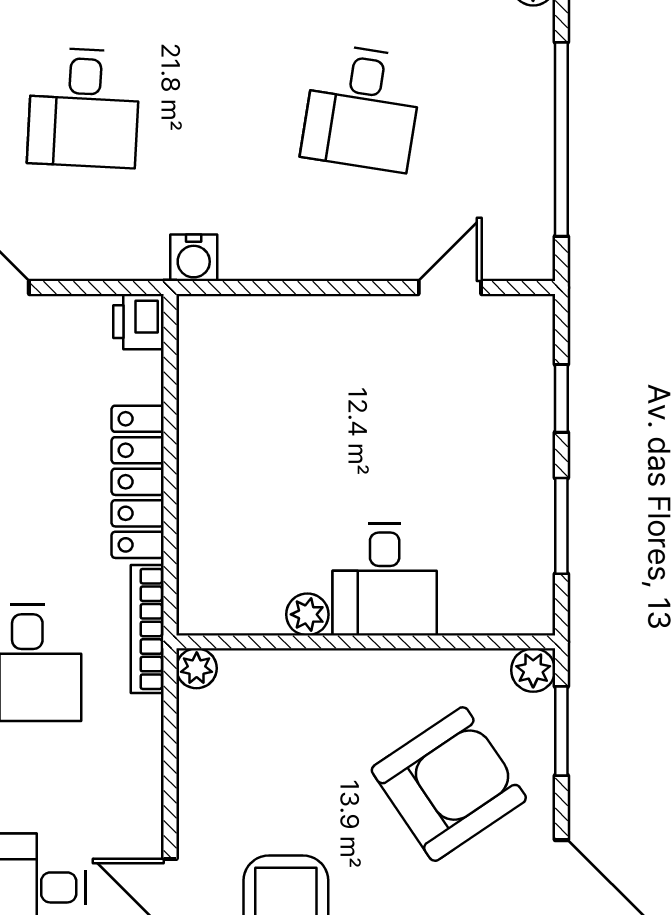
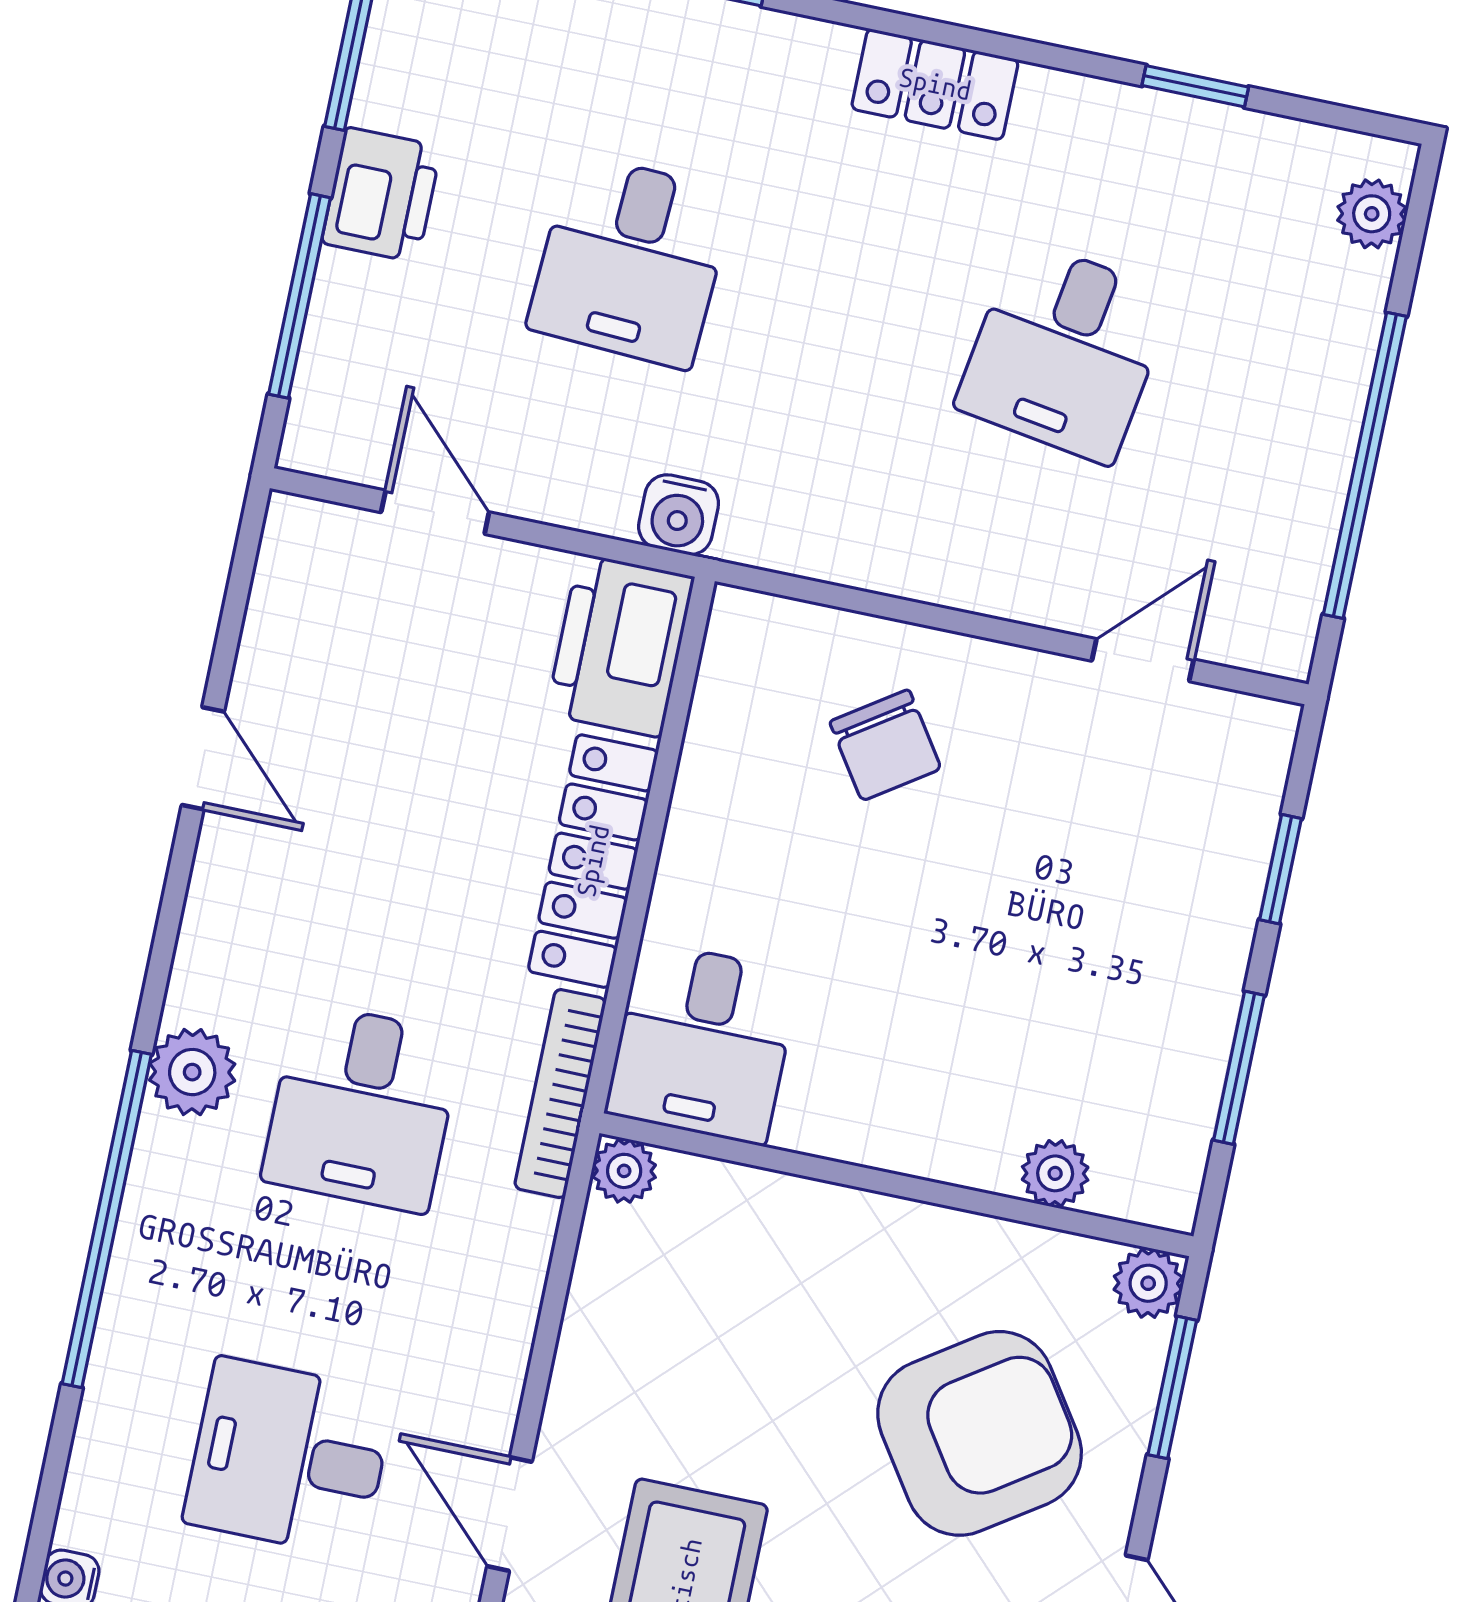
water cooler: (194, 258) -> (679, 515), moved
printer: (139, 322) -> (620, 645), width x1.87, depth x1.48
chair: (302, 373) -> (885, 745), added
desk: (385, 579) -> (703, 1043), moved
plant: (307, 614) -> (1055, 1173), moved

